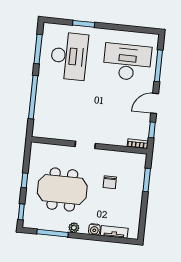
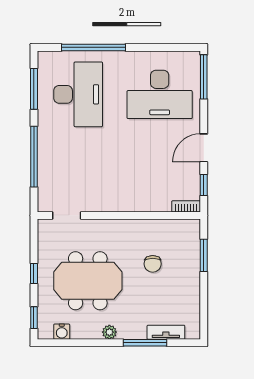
window: (84, 24) -> (93, 47), width x2.11
desk: (127, 62) -> (160, 94), turned 180
window: (159, 66) -> (204, 77), moved
doorway: (85, 145) -> (67, 215), moved
water cooler: (94, 229) -> (62, 332), moved
window: (53, 233) -> (145, 343), moved

